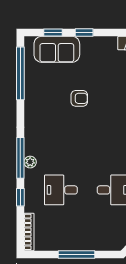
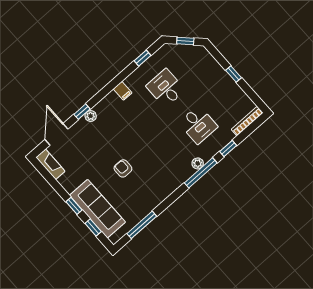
sofa: (57, 49) -> (97, 209), width x1.36
window: (20, 73) -> (142, 225), width x0.68
window: (77, 255) -> (234, 74), width x0.46

